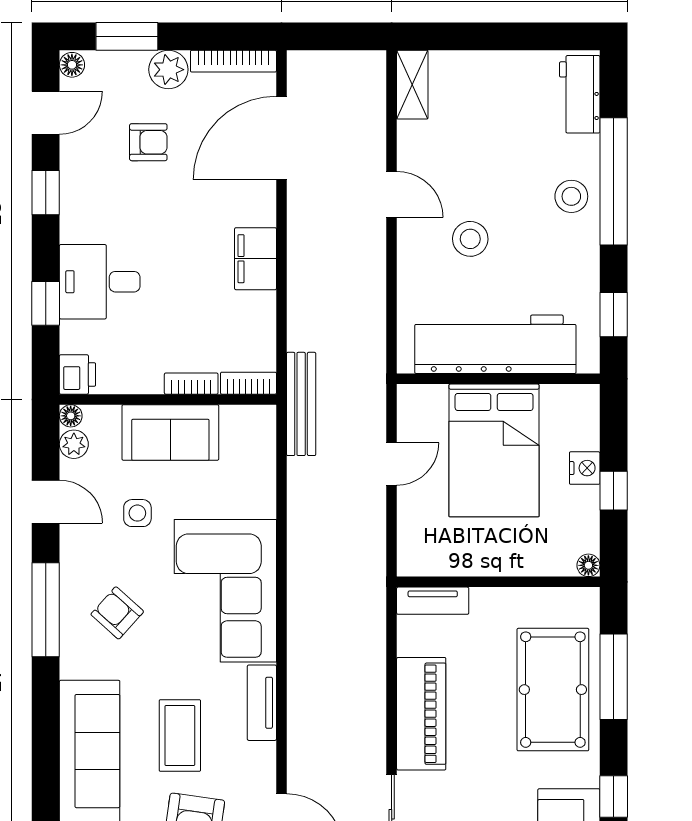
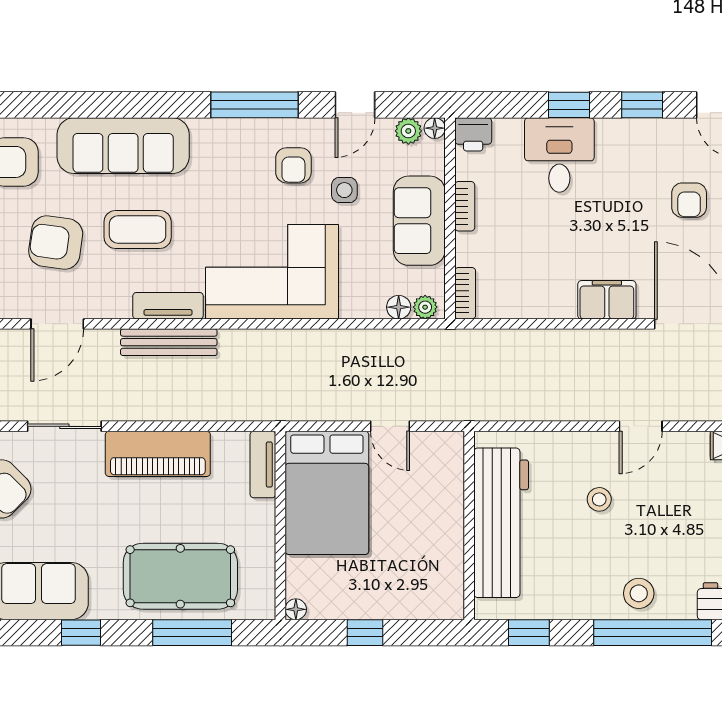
stool: (470, 239) -> (599, 499), width x0.73, depth x0.73
filing cabinet: (256, 259) -> (607, 300), moved
window: (46, 303) -> (569, 105), moved
bookcase: (191, 384) -> (465, 206), moved
bench: (301, 404) -> (169, 342), moved
plant: (263, 426) -> (425, 307), added
bed: (494, 450) -> (327, 493), moved, turned -90
floor lamp: (263, 455) -> (399, 307), added
nightstand: (585, 468) -> (386, 606), removed
armchair: (117, 613) -> (293, 165), moved, turned 138

